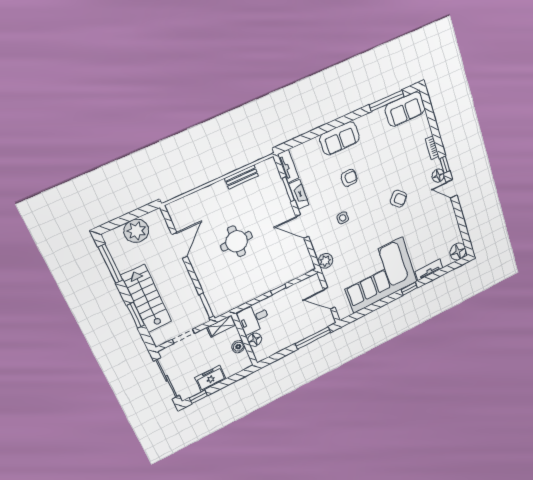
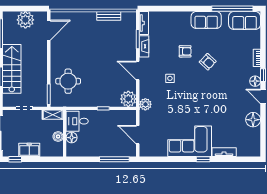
window: (387, 101) -> (232, 9), width x1.46
sofa: (340, 138) -> (206, 20), moved
armchair: (398, 199) -> (208, 62), moved
round table: (237, 241) -> (68, 81), moved
door: (180, 245) -> (49, 30), moved
floor lamp: (458, 252) -> (253, 120), moved
plant: (303, 264) -> (128, 99), added
corner sofa: (378, 275) -> (190, 141), width x0.73, depth x0.74

